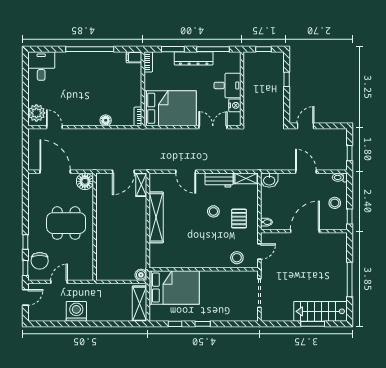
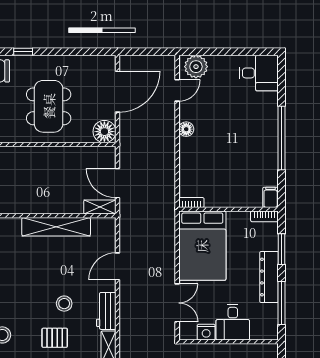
floor lamp: (106, 120) -> (186, 129), moved

